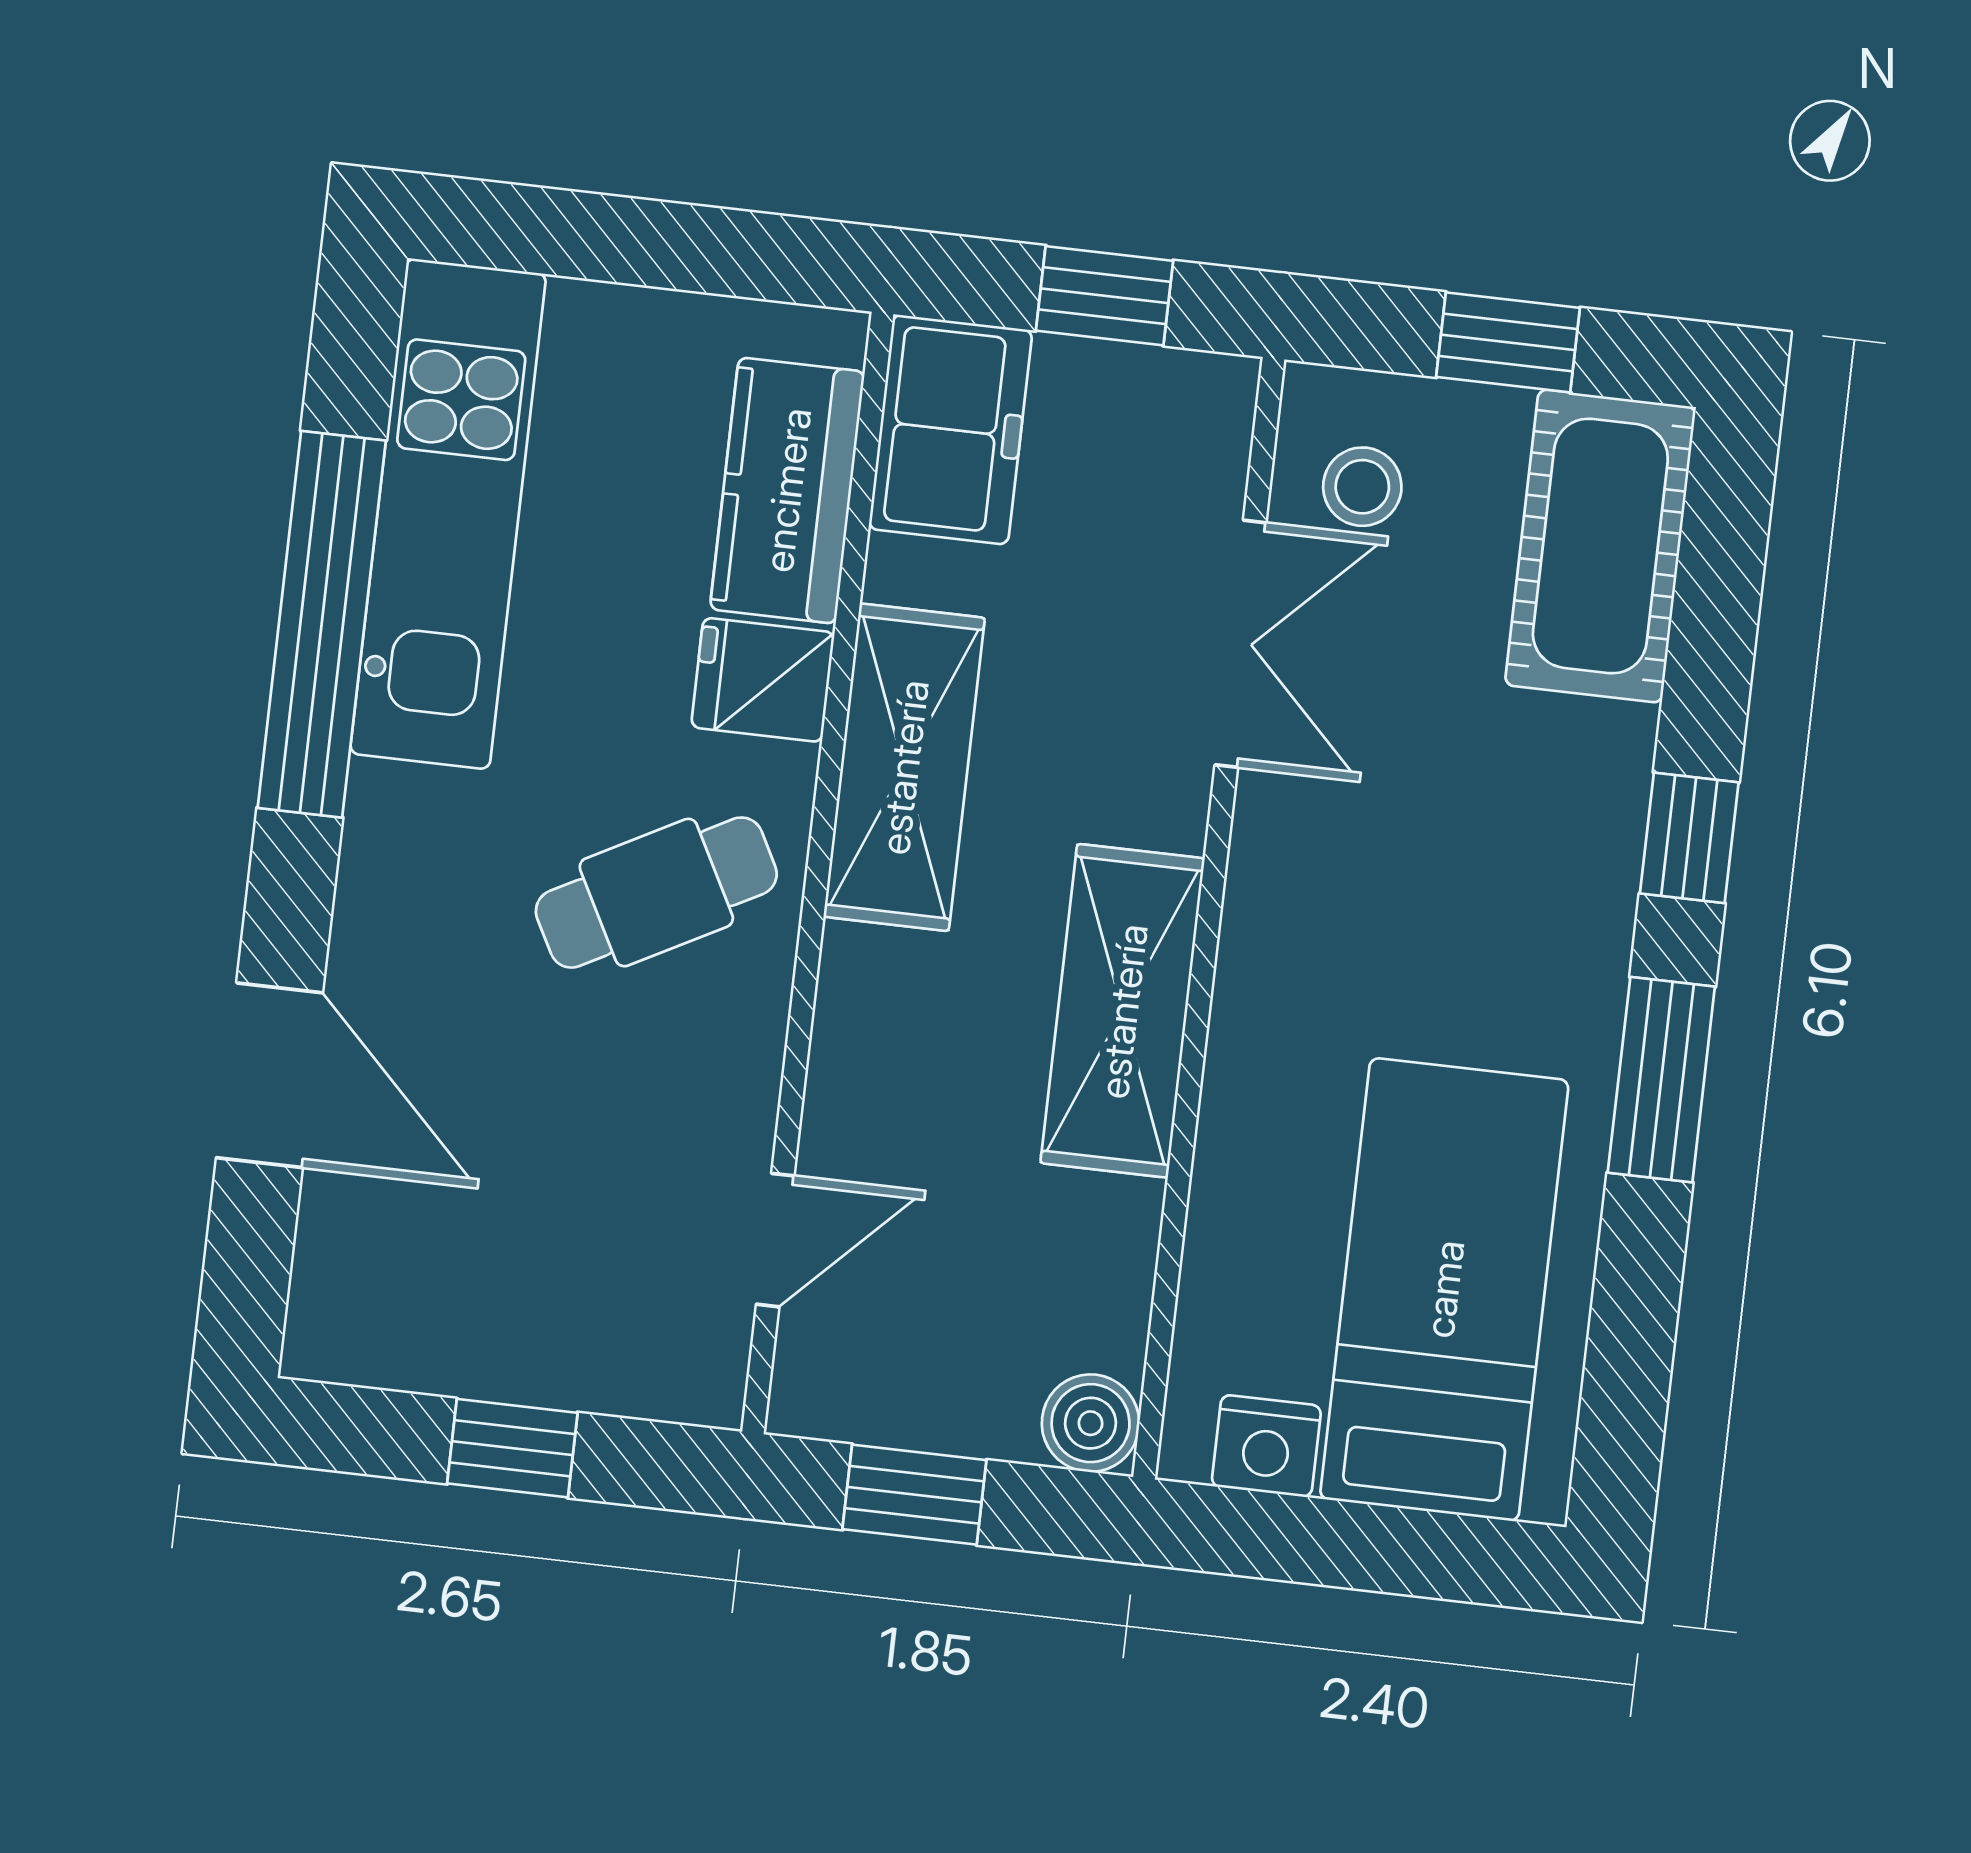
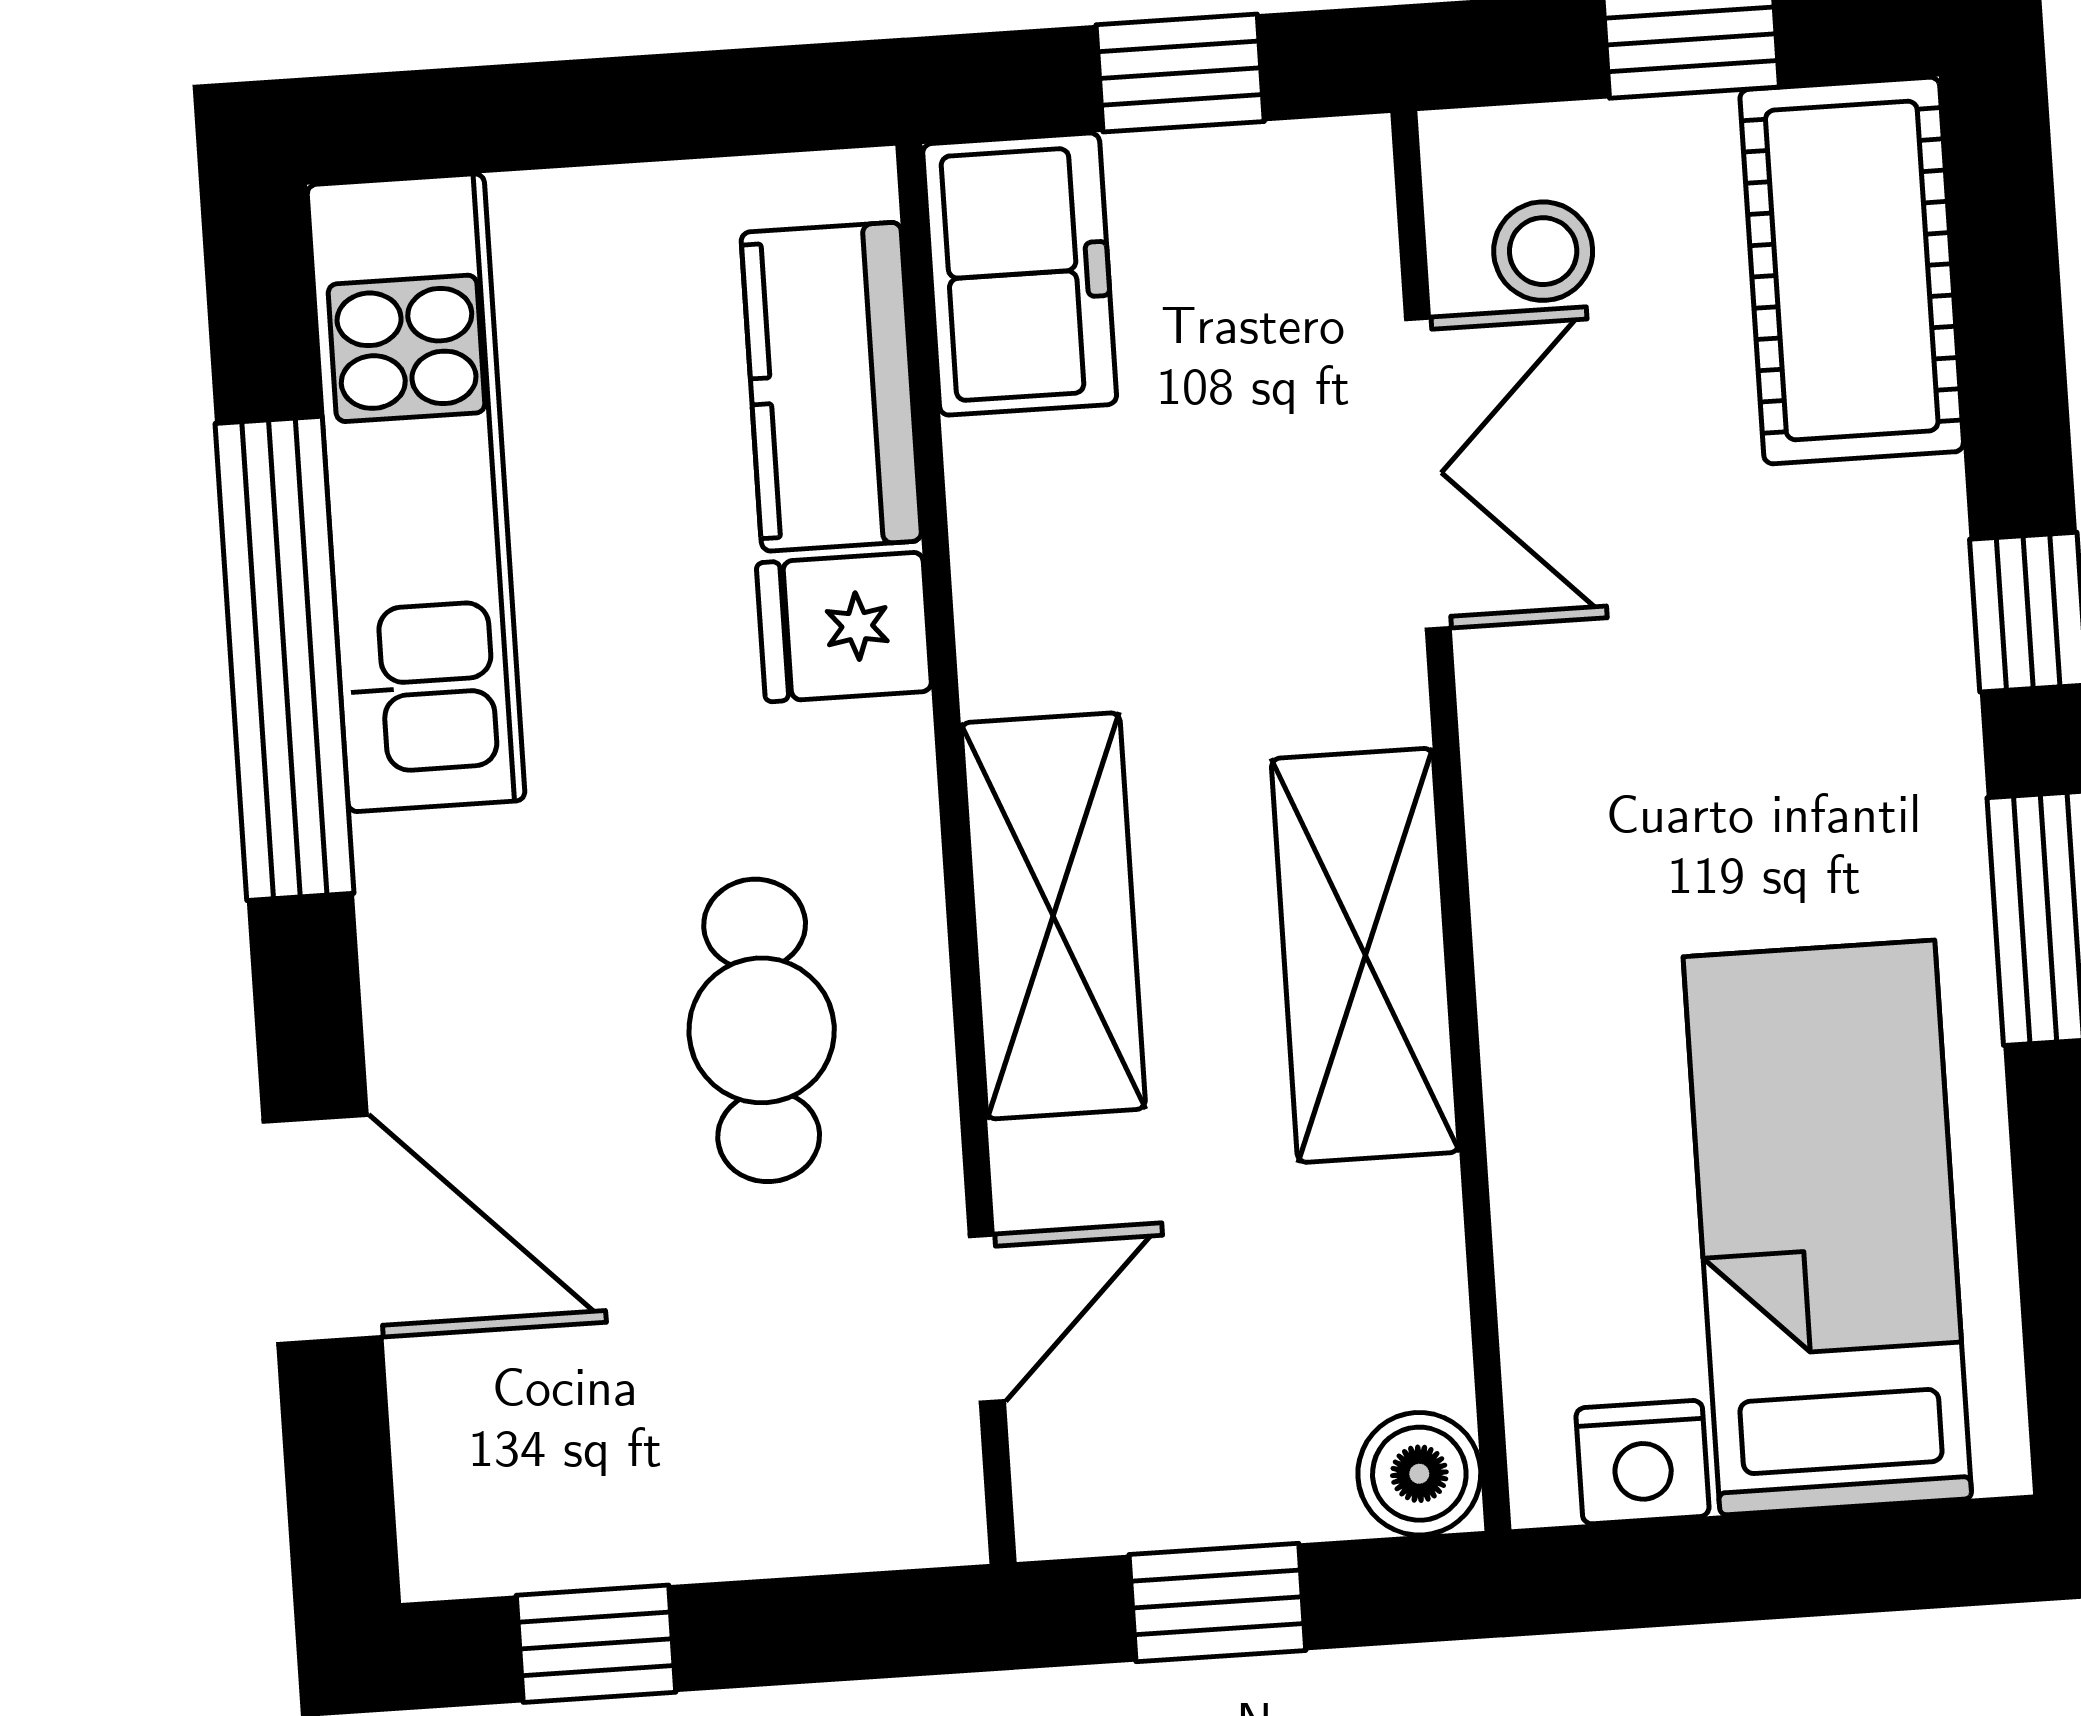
shelving: (904, 767) -> (1053, 916), moved
cafe table: (656, 893) -> (762, 1030), moved, turned -62
window: (512, 1448) -> (596, 1644), moved

